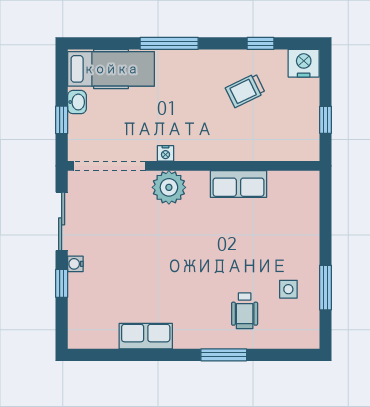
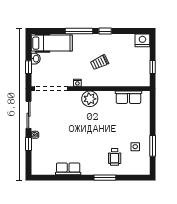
window: (261, 43) -> (105, 31), moved
trolley: (245, 90) -> (99, 62), moved
row of seats: (238, 184) -> (128, 97), moved
plant: (169, 187) -> (90, 99), moved

